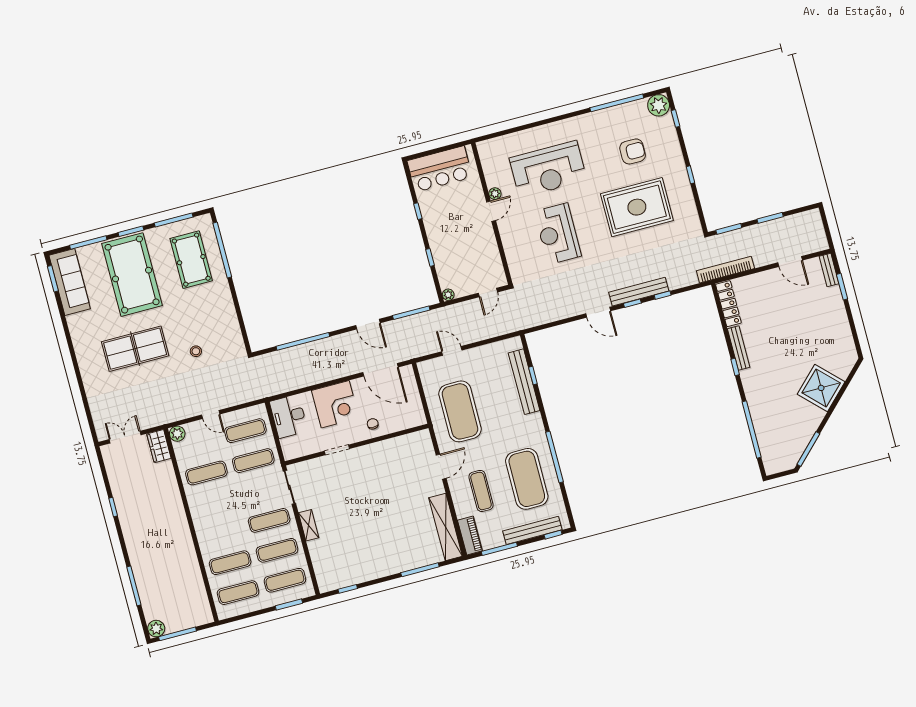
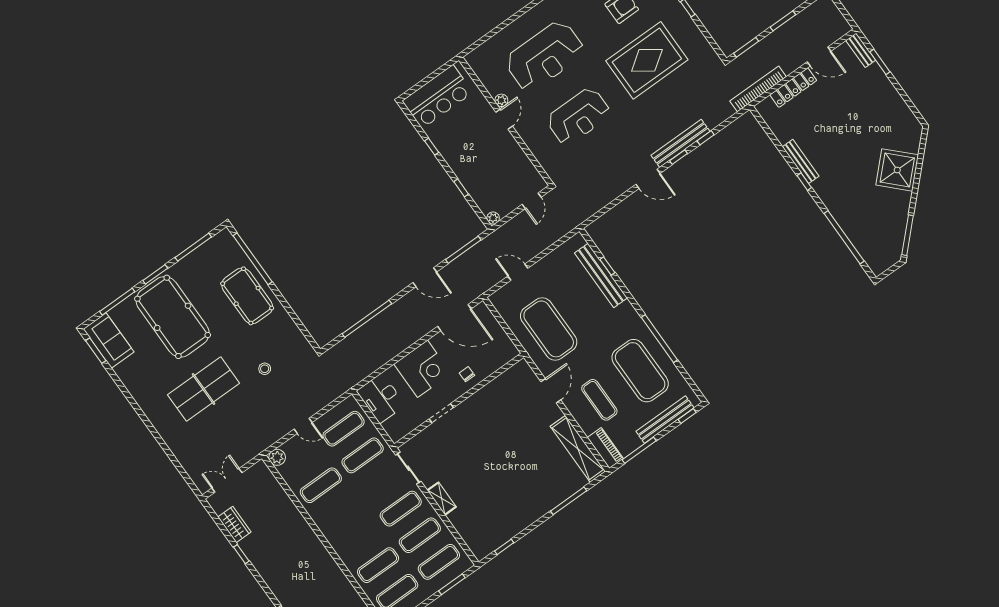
reception desk: (558, 234) -> (579, 116), turned -90
pool table: (191, 260) -> (247, 296), moved
sofa: (70, 282) -> (109, 341), width x0.73
locker: (728, 304) -> (793, 88), moved, turned 90
wardrobe: (159, 446) -> (234, 524), moved, turned 180

